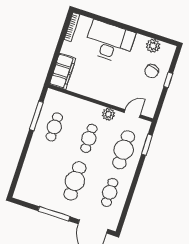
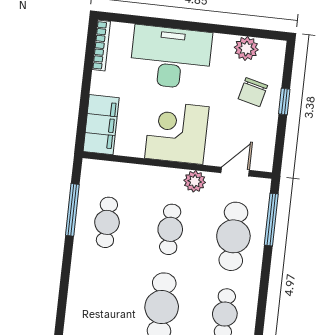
corner desk: (104, 85) -> (177, 132), added
window: (147, 145) -> (271, 220), width x1.44

